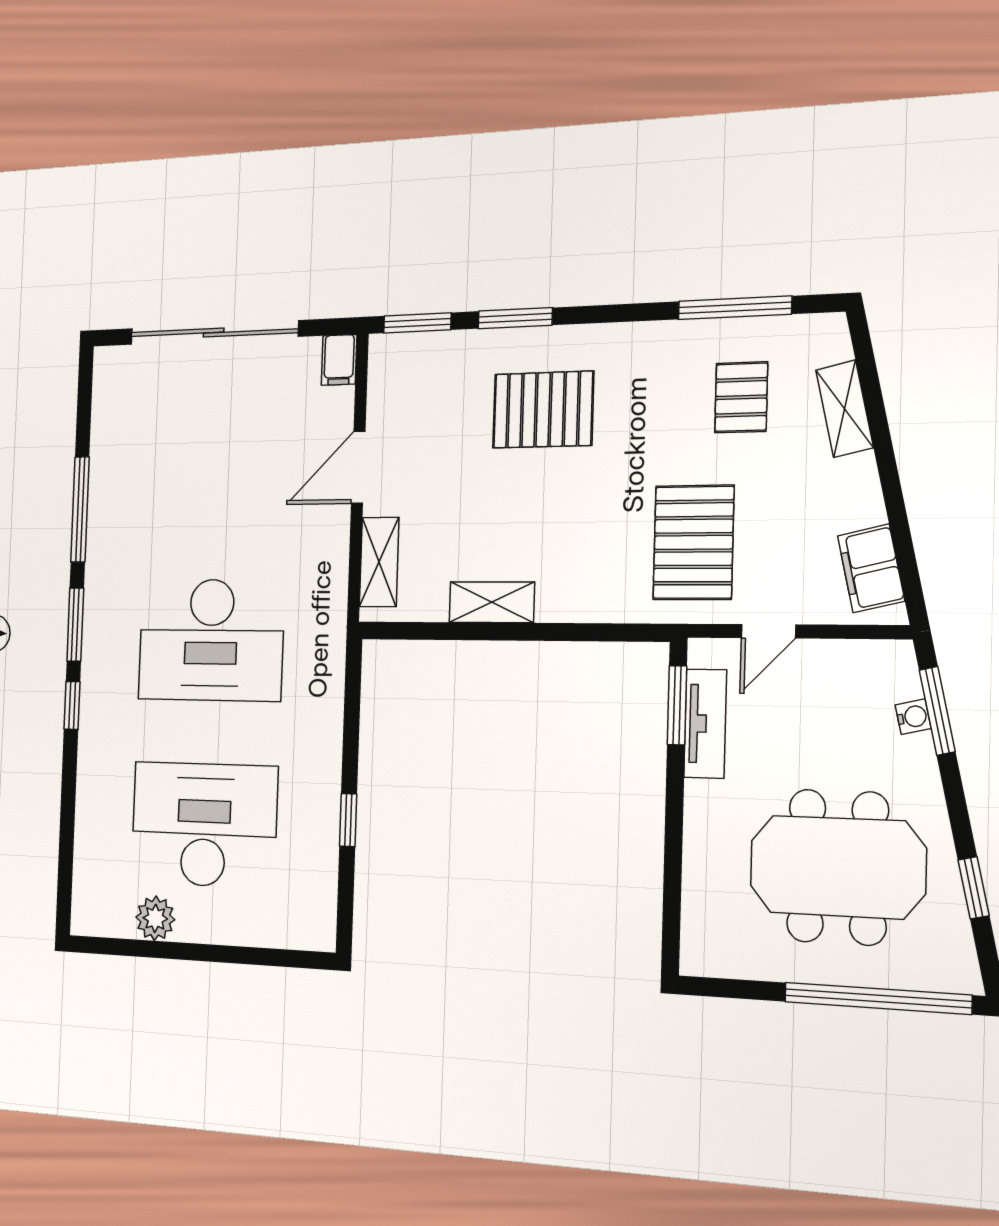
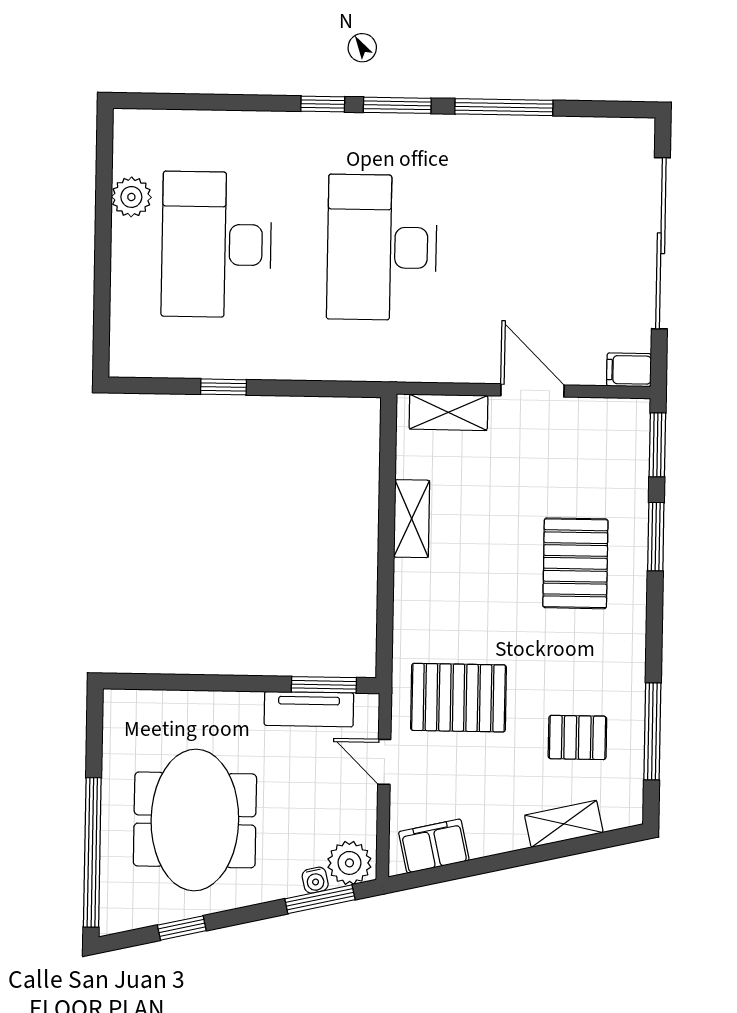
plant: (892, 674) -> (349, 863), added
desk: (204, 825) -> (216, 244), turned 180

